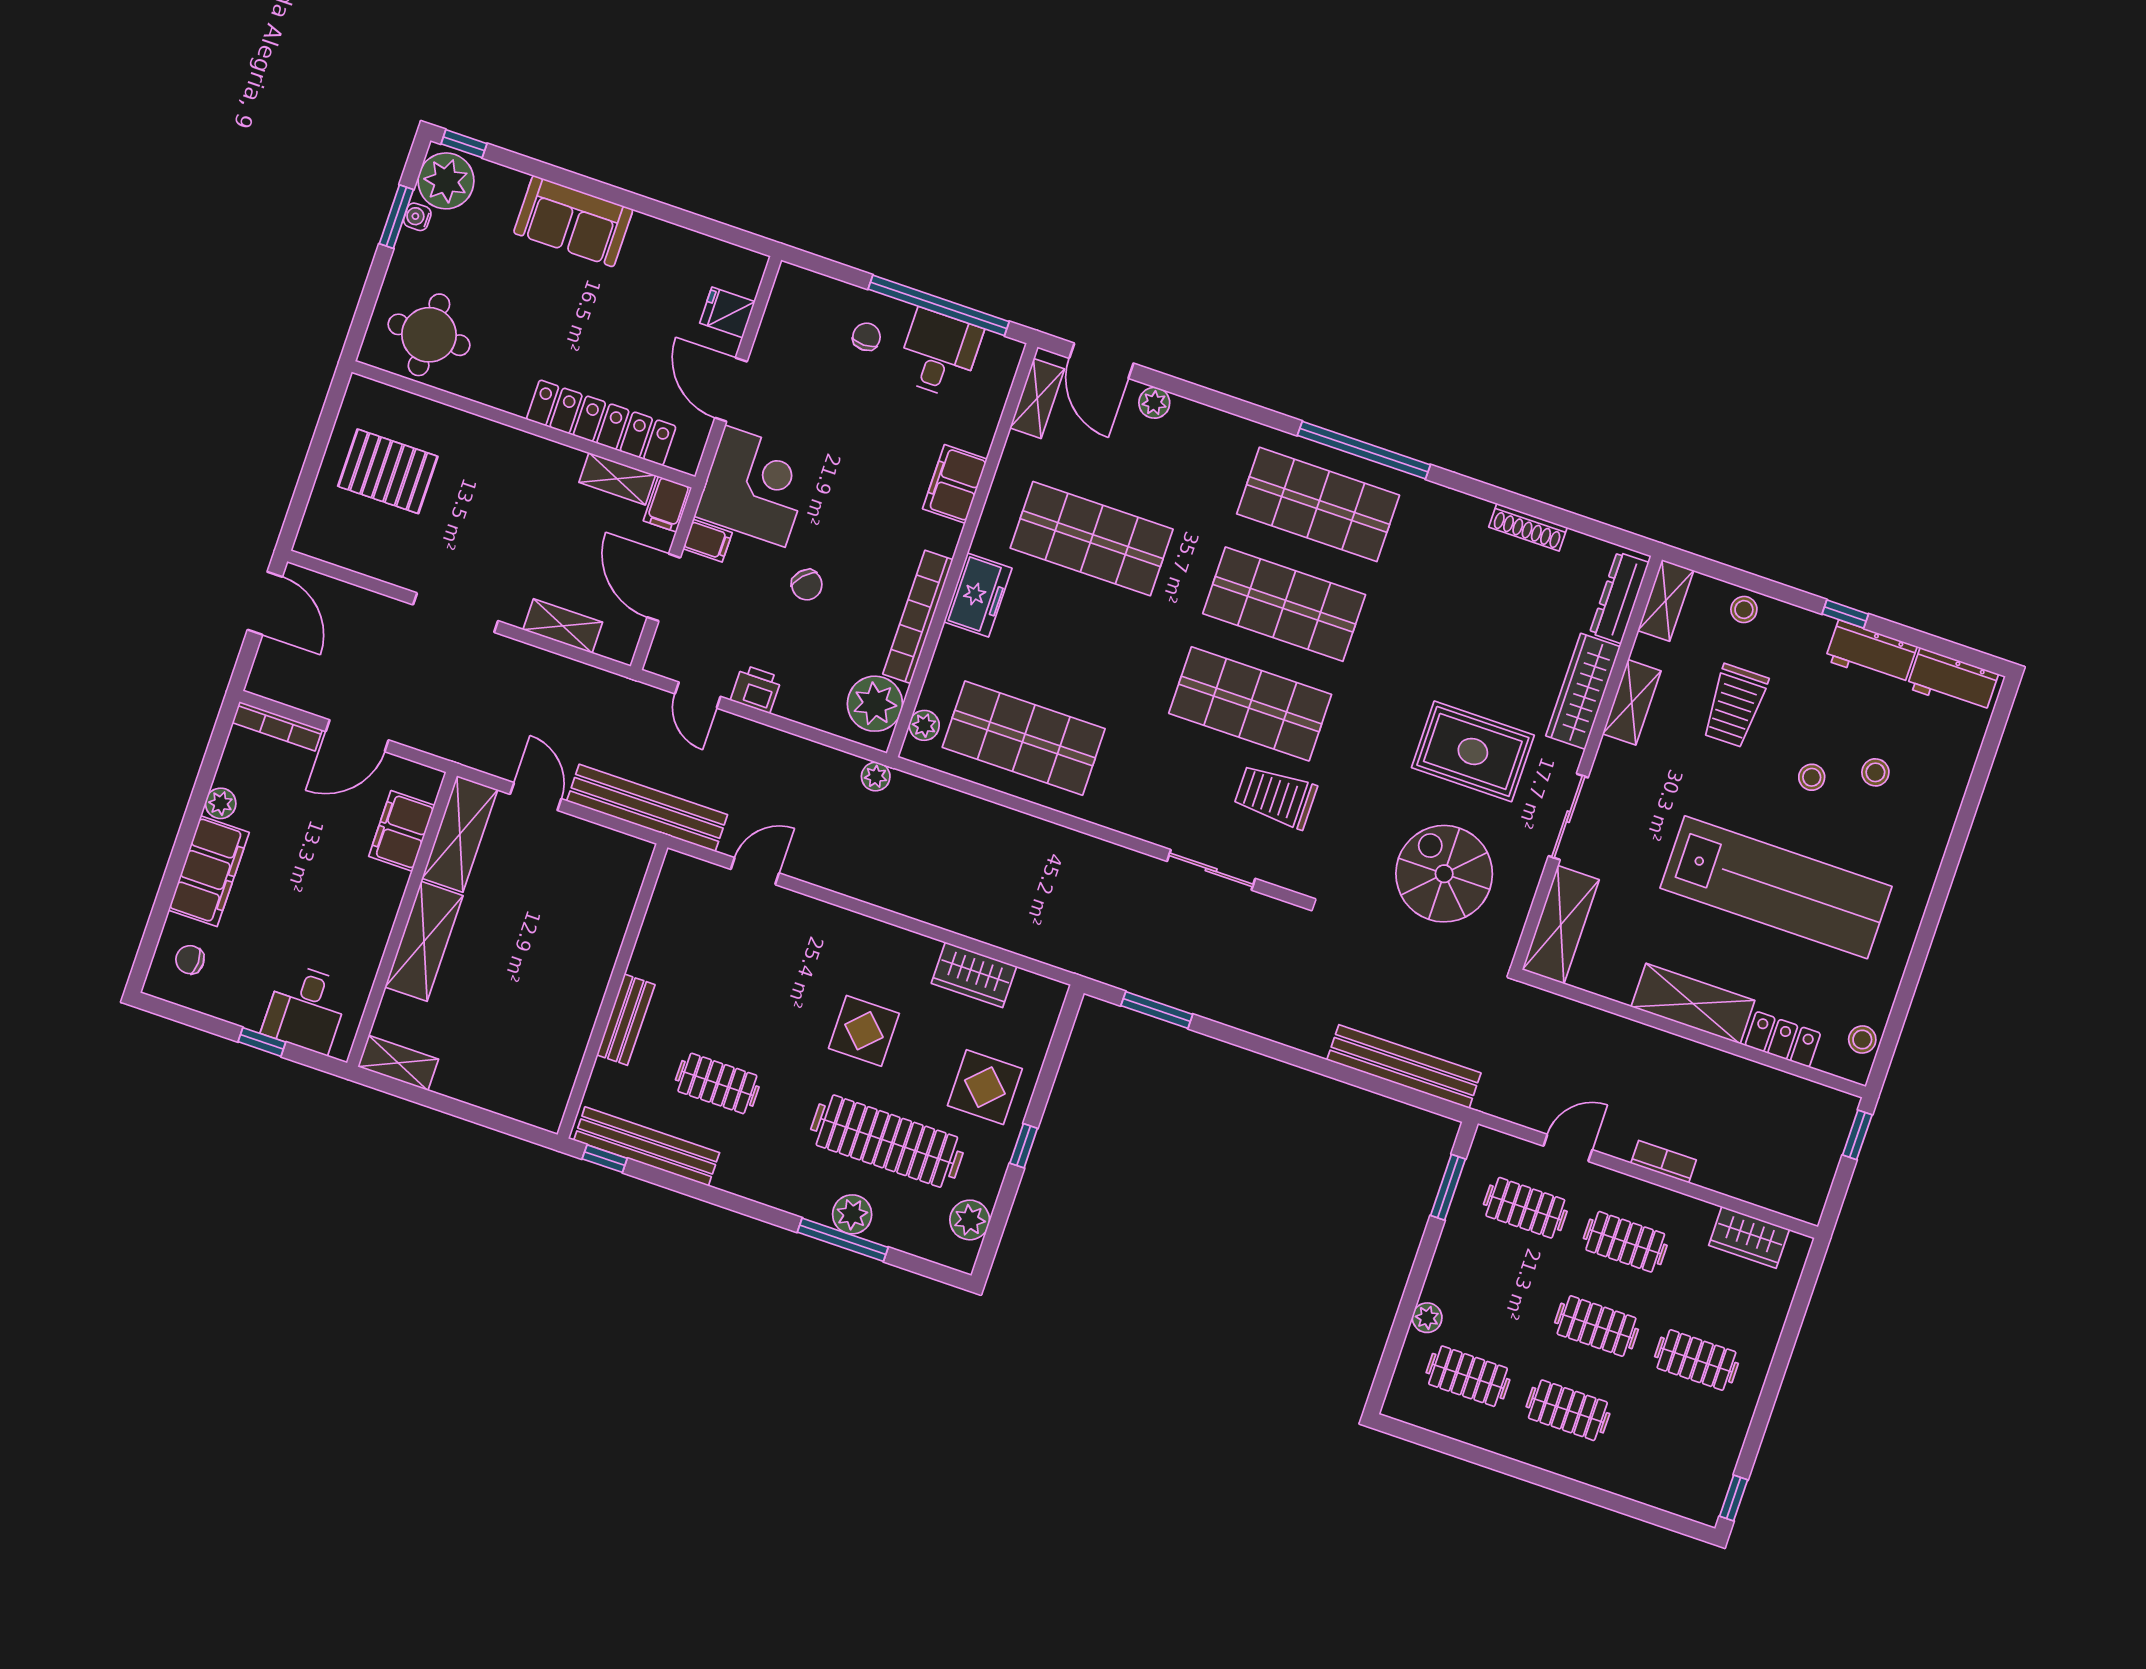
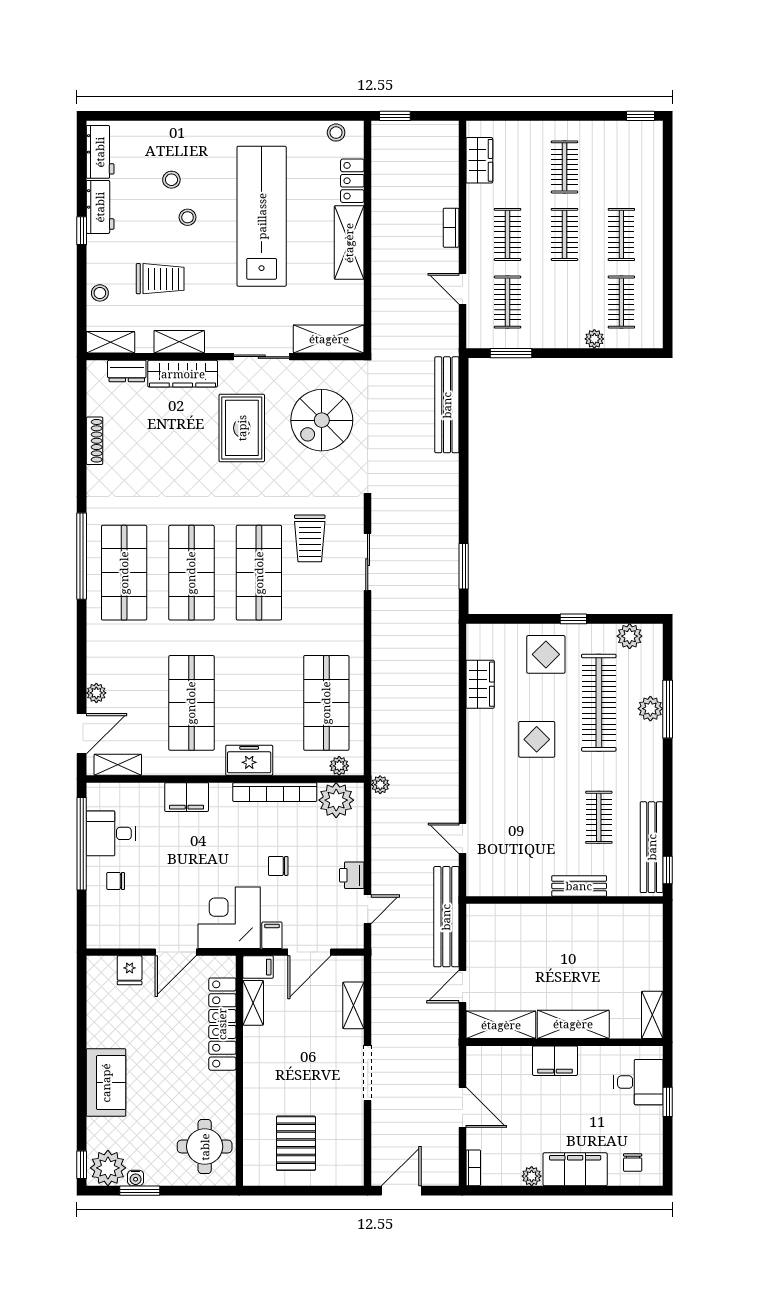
chair: (807, 585) -> (278, 866), turned -133
dresser: (1619, 598) -> (127, 371), width x0.70
bookcase: (277, 726) -> (473, 1168), width x0.64
filing cabinet: (402, 831) -> (555, 1061), moved

